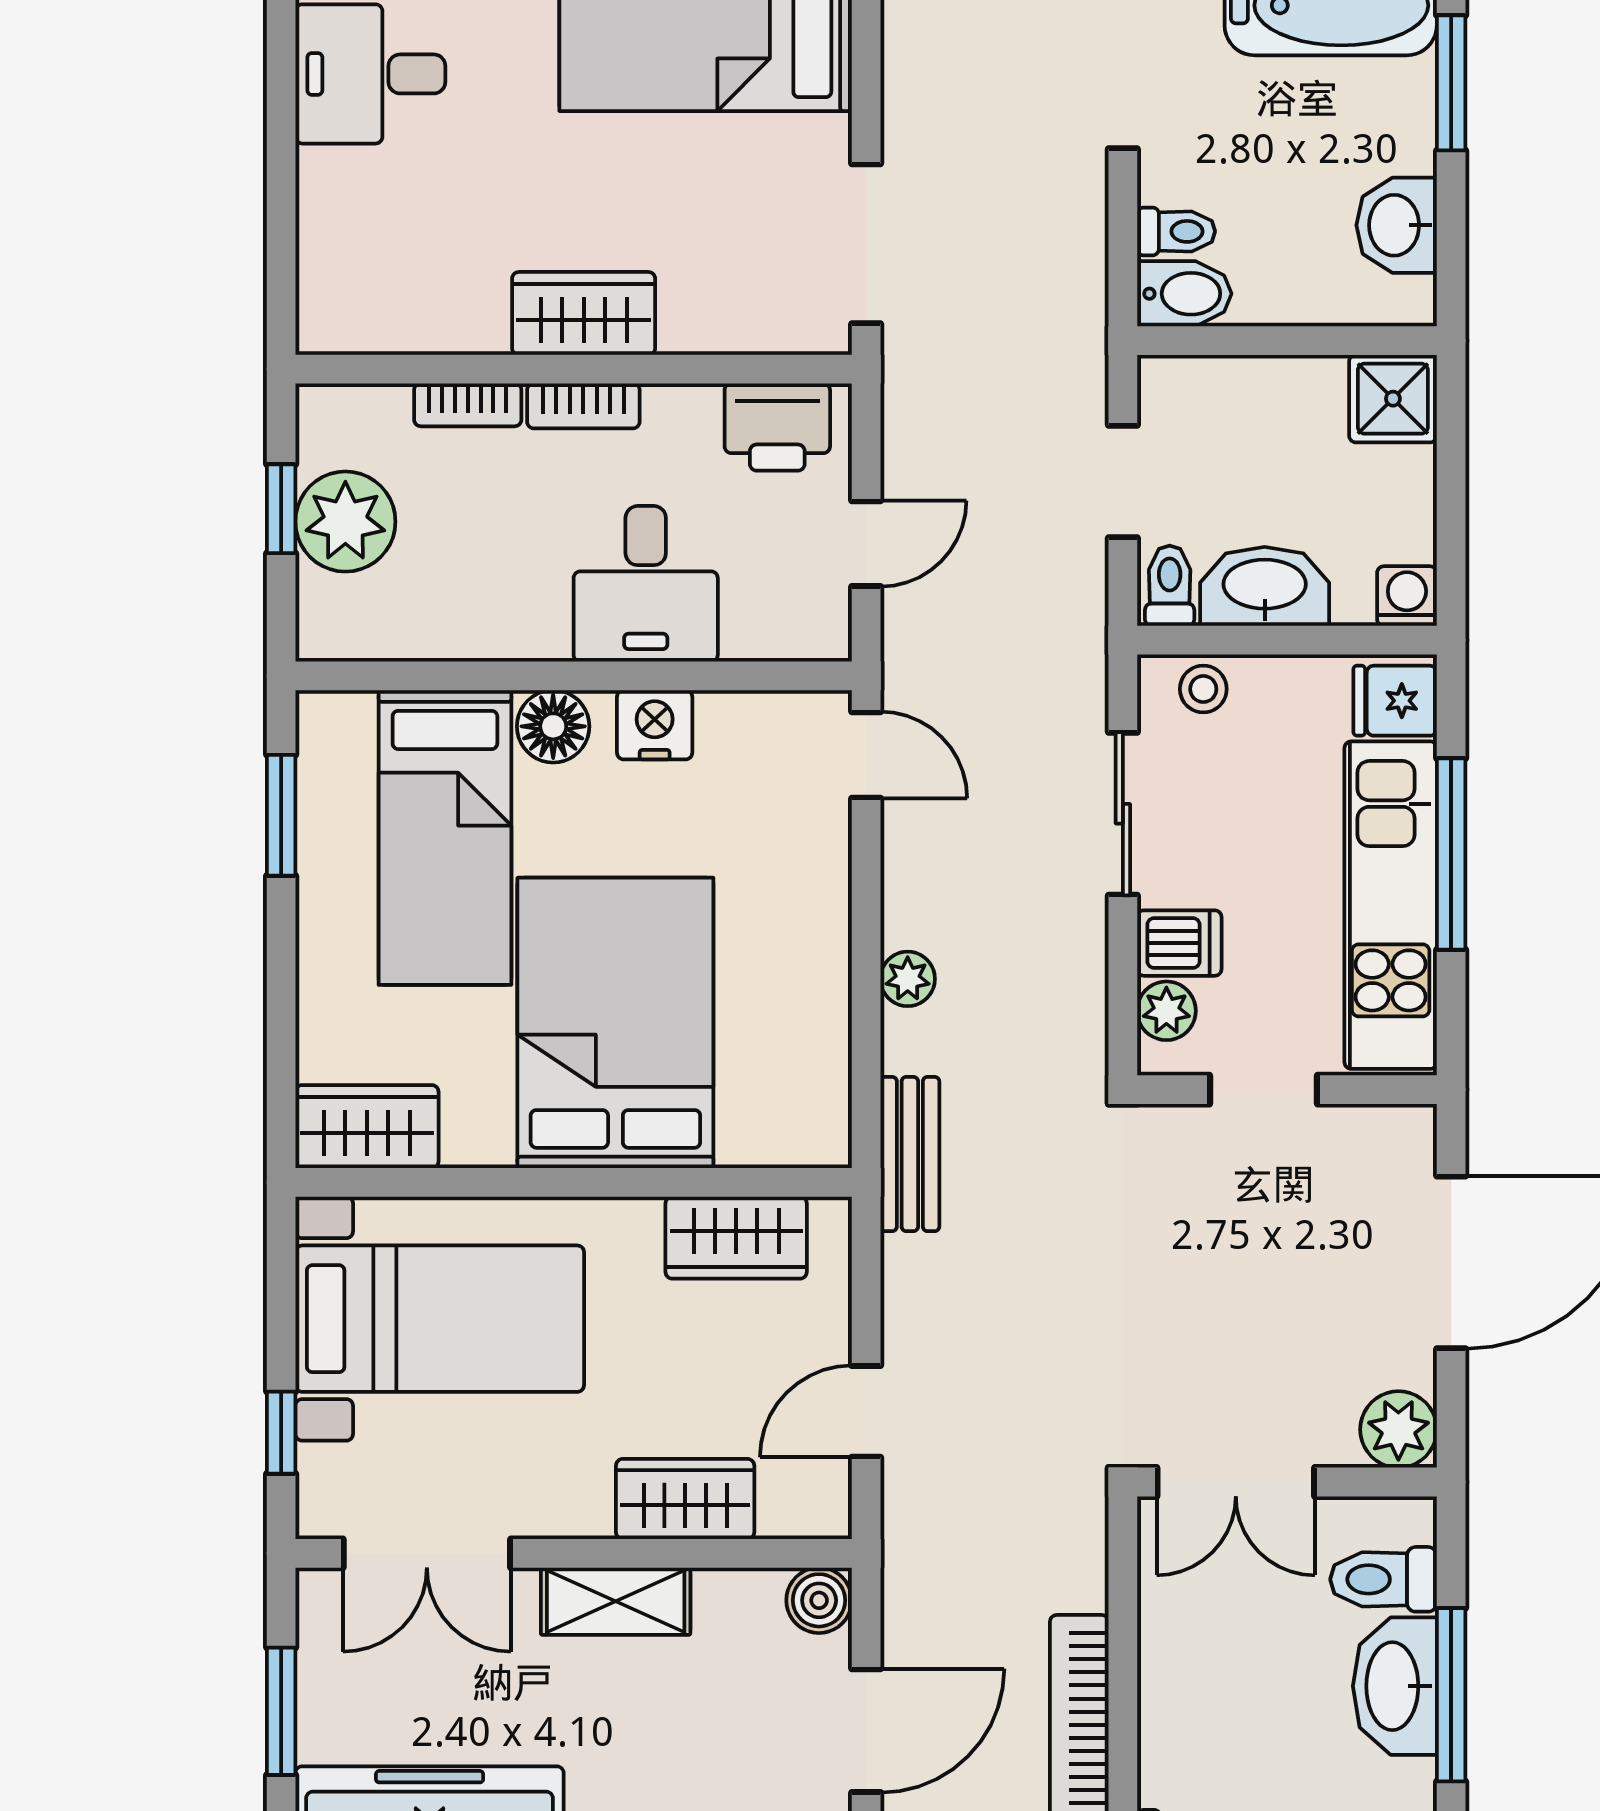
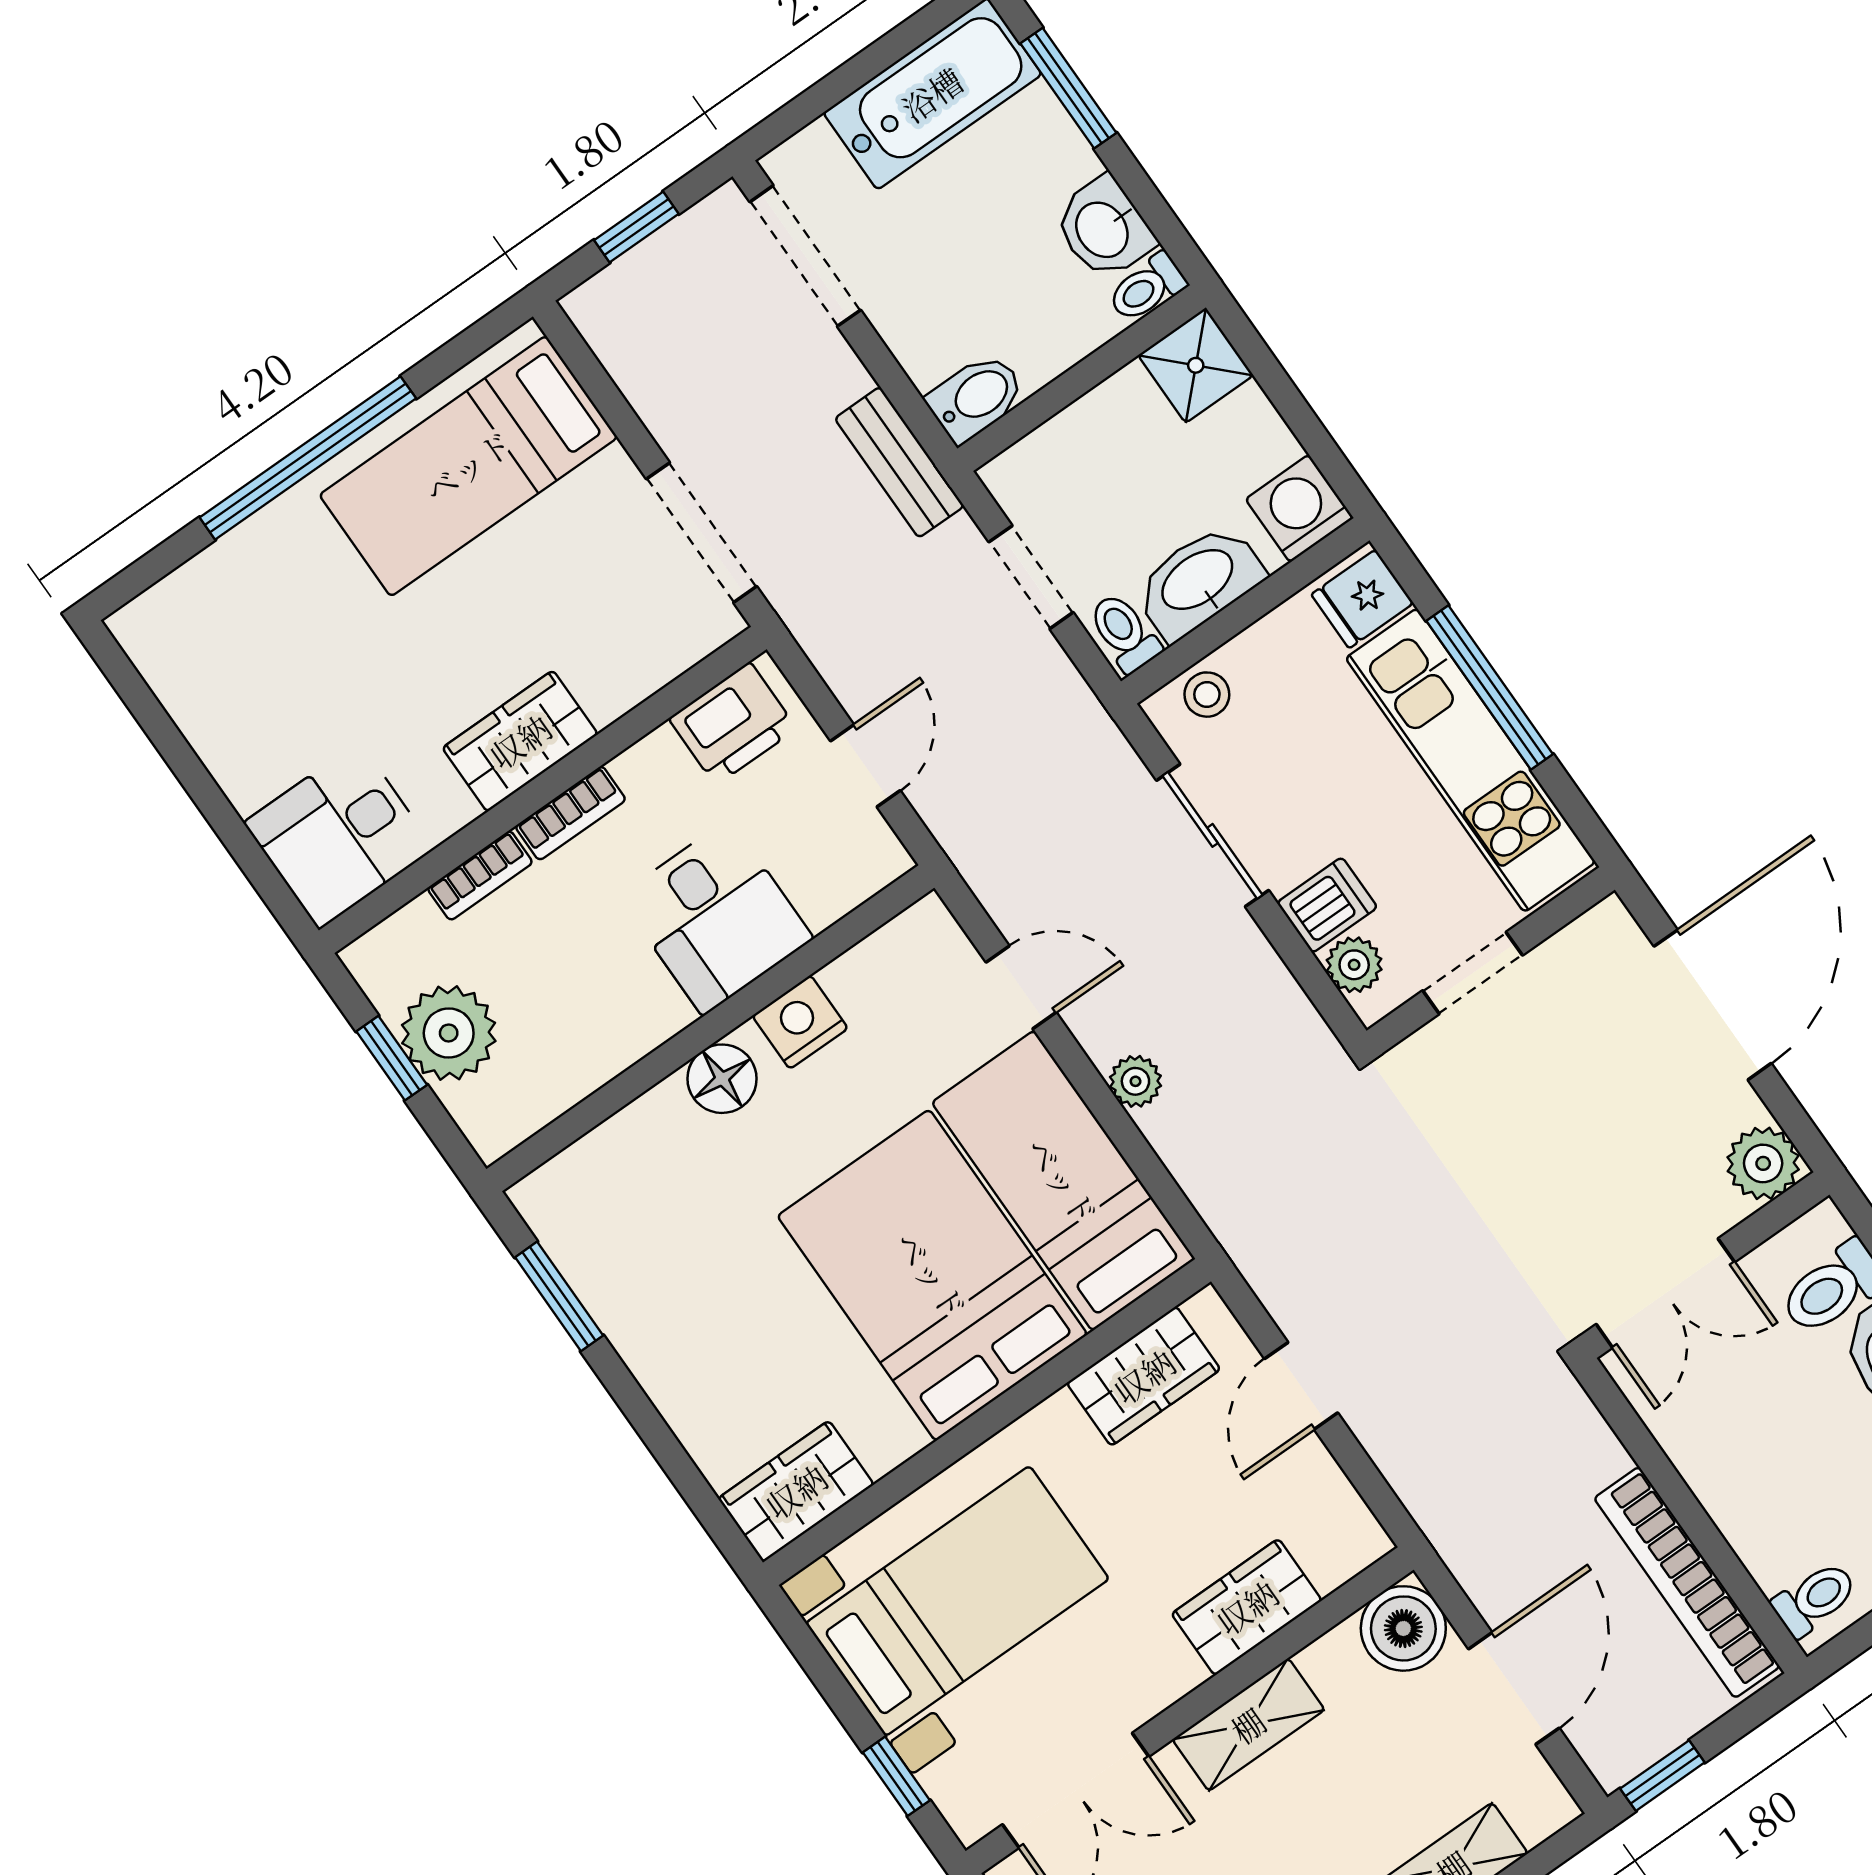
desk: (370, 74) -> (339, 836), moved
toilet: (1176, 231) -> (1147, 288), moved, turned 180
washing machine: (1407, 596) -> (1299, 508), width x1.38, depth x1.38
door: (866, 755) -> (1021, 987), moved
bed: (445, 838) -> (1063, 1181), moved, turned 180
bench: (910, 1154) -> (899, 462), moved
door: (866, 1411) -> (1301, 1386), moved
boiler: (819, 1600) -> (1403, 1628), width x1.36, depth x1.36

